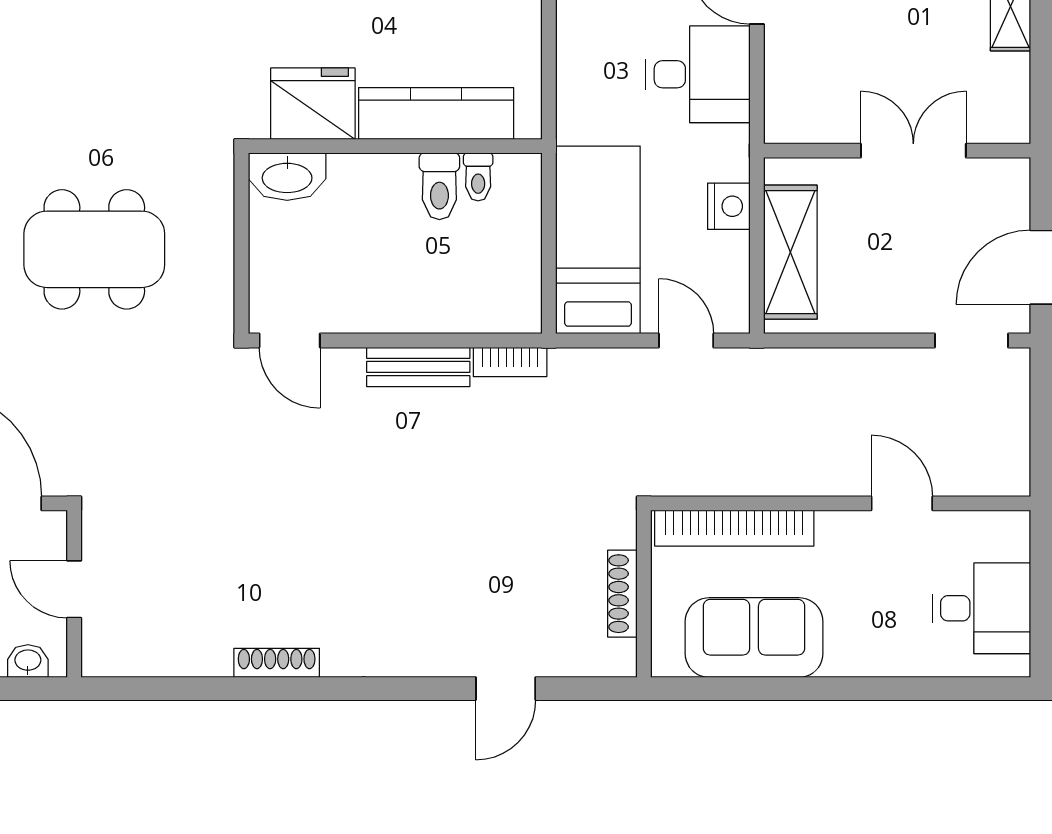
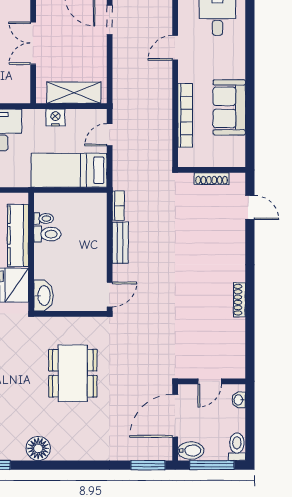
shoe rack: (622, 594) -> (212, 179), moved
wall: (644, 594) -> (212, 170), moved

